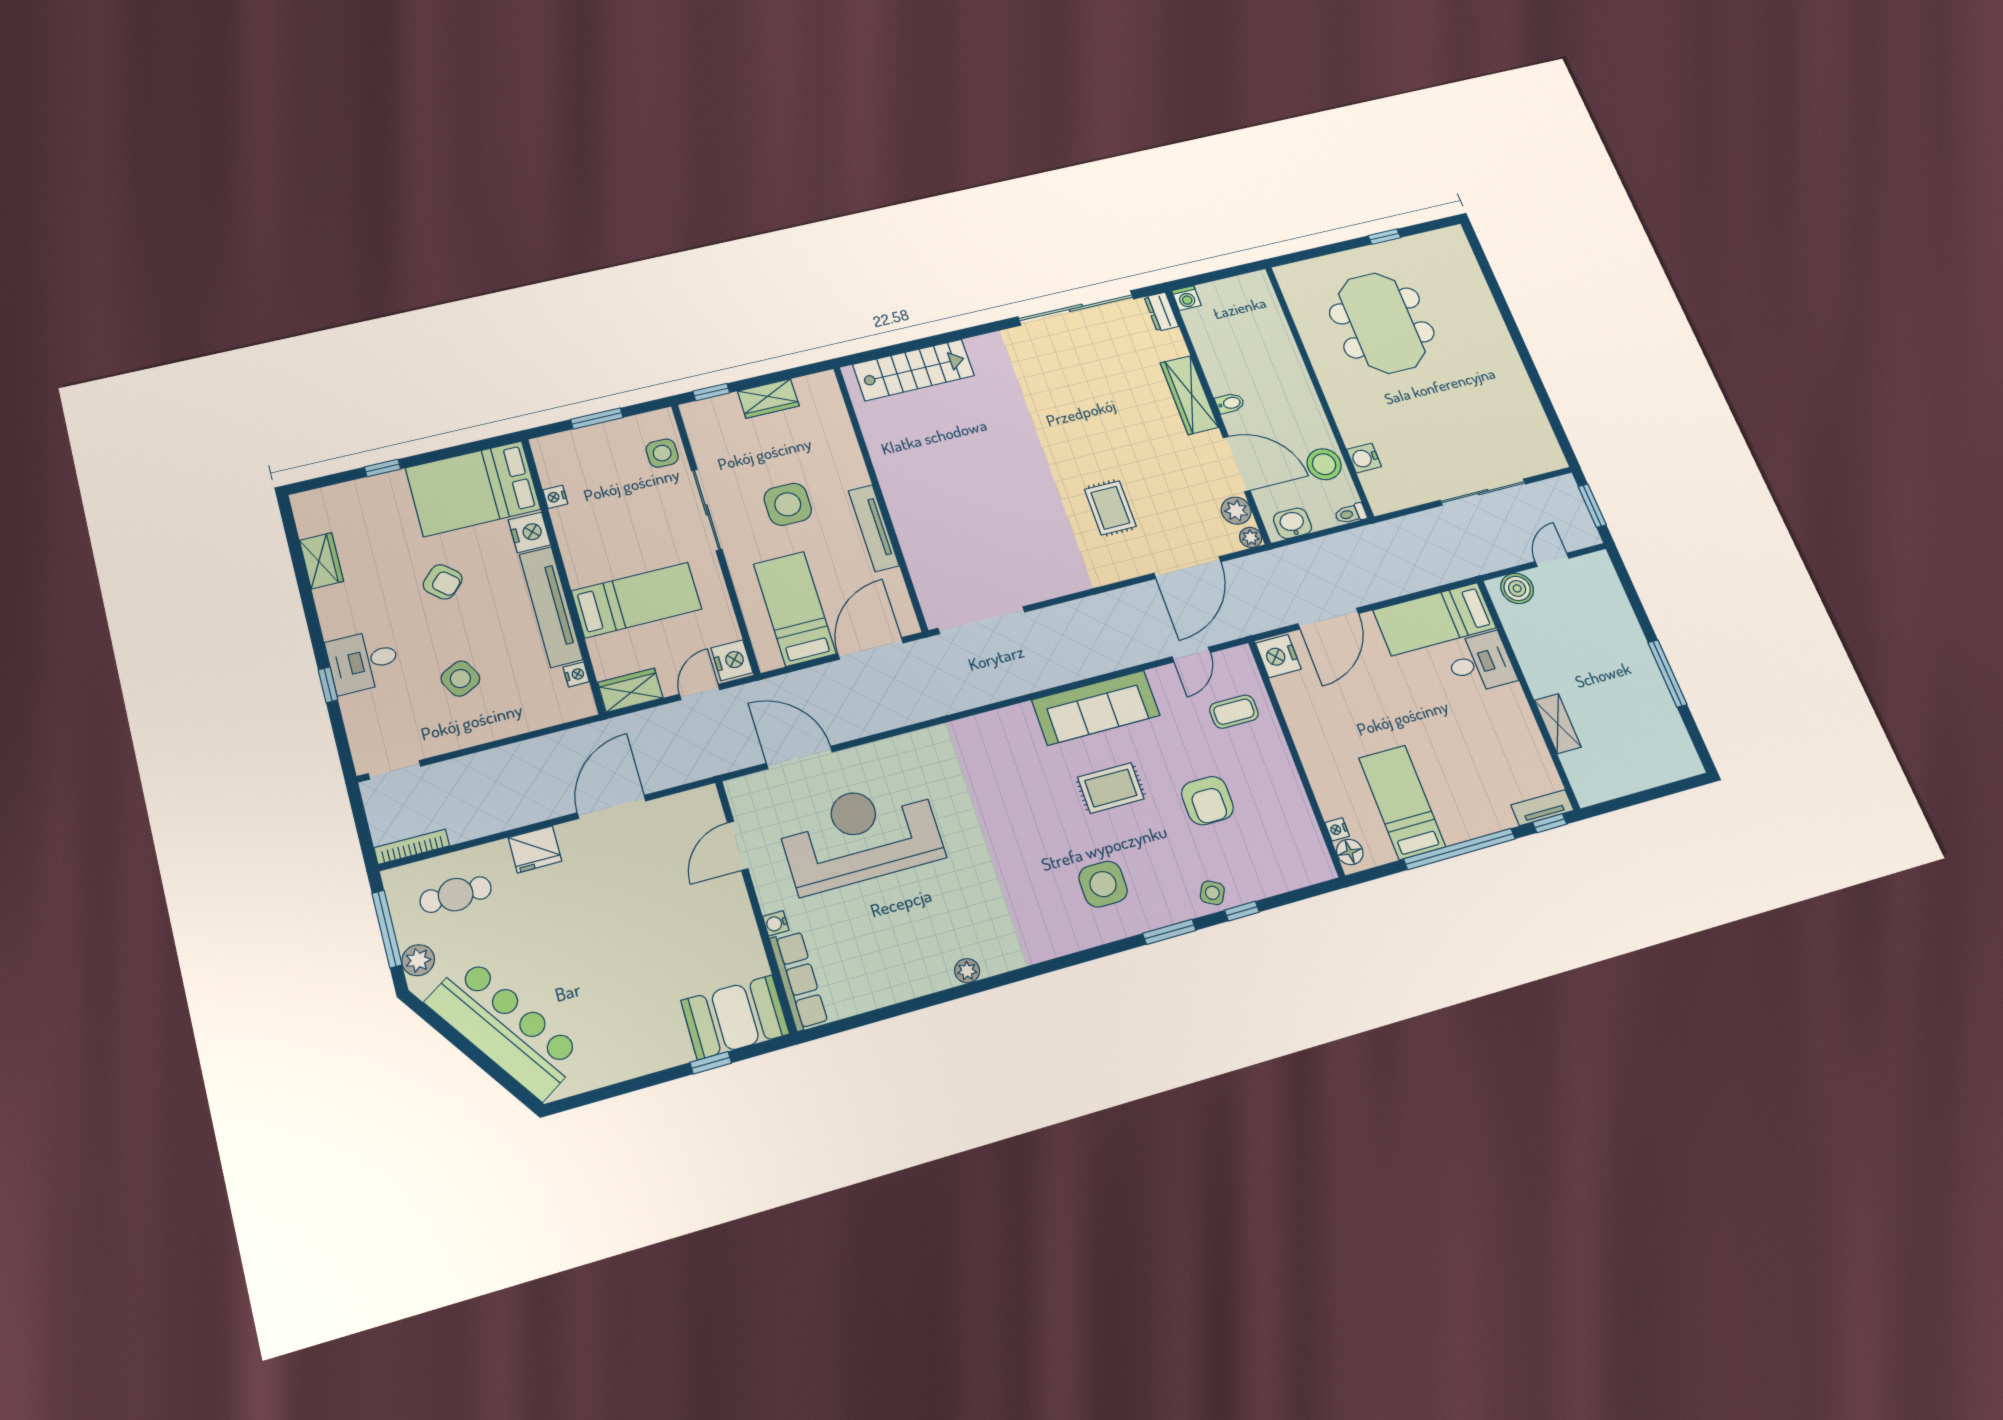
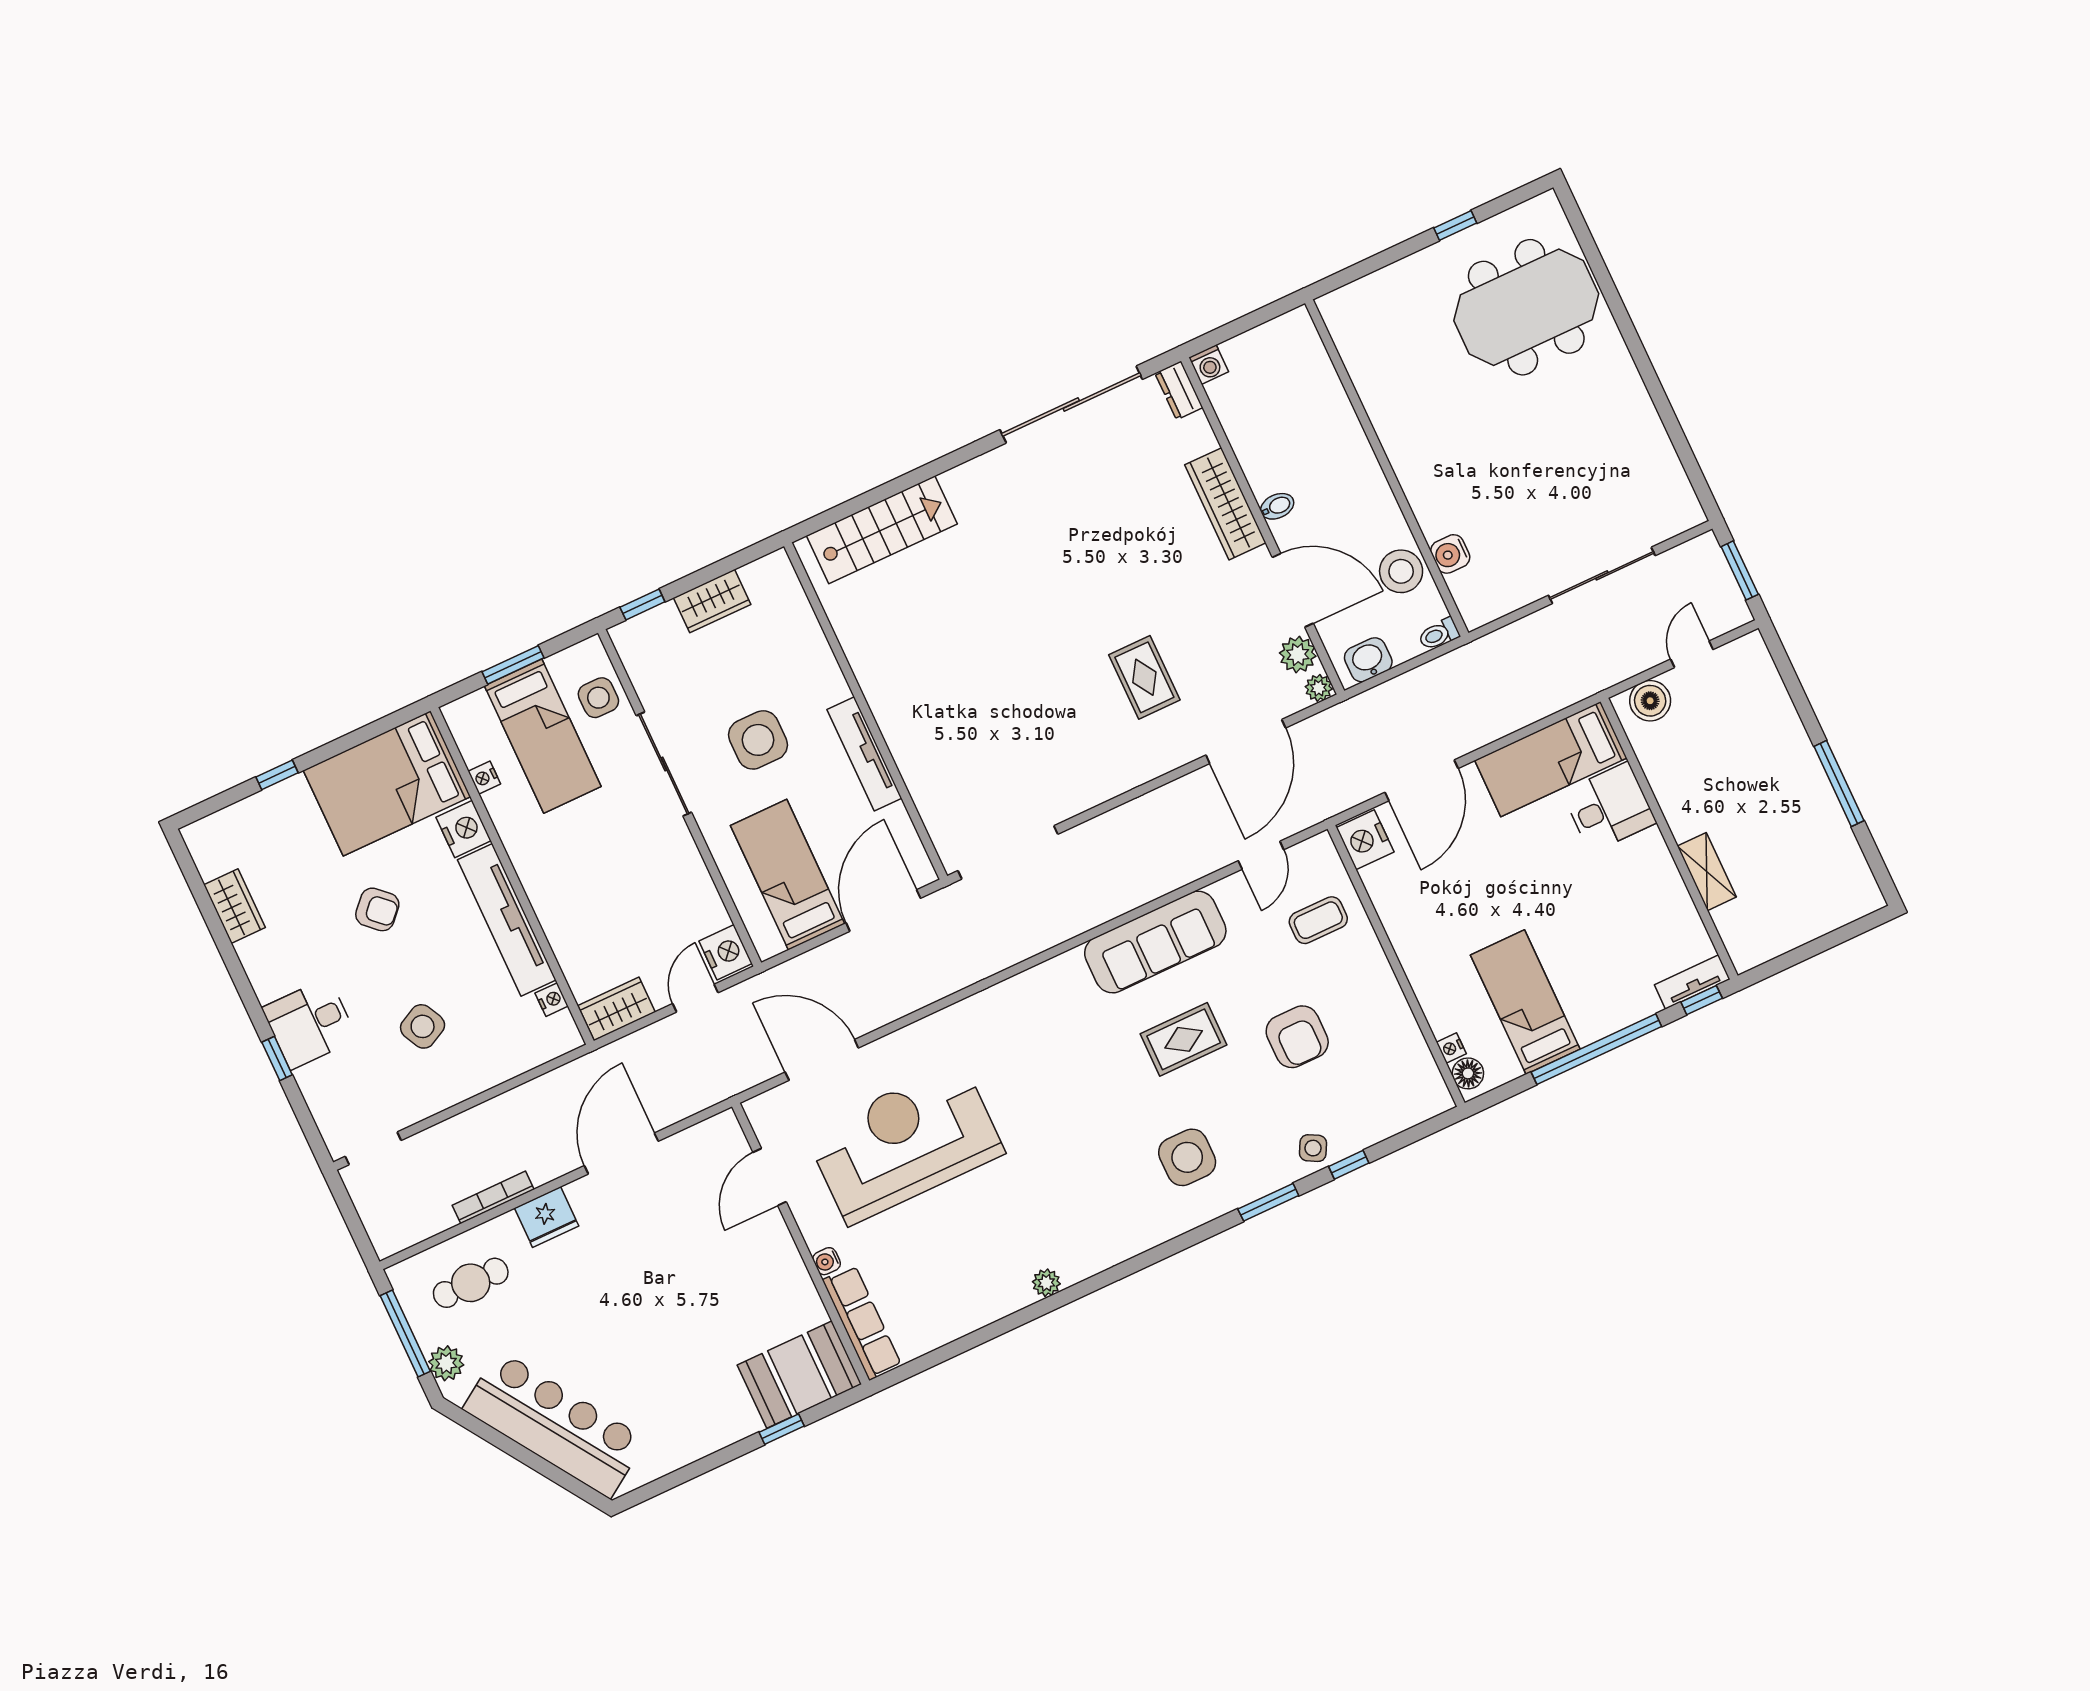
meeting table: (1382, 323) -> (1526, 307), moved, turned 90
bed: (637, 600) -> (543, 736), moved, turned 90
bookcase: (412, 847) -> (493, 1197), moved

